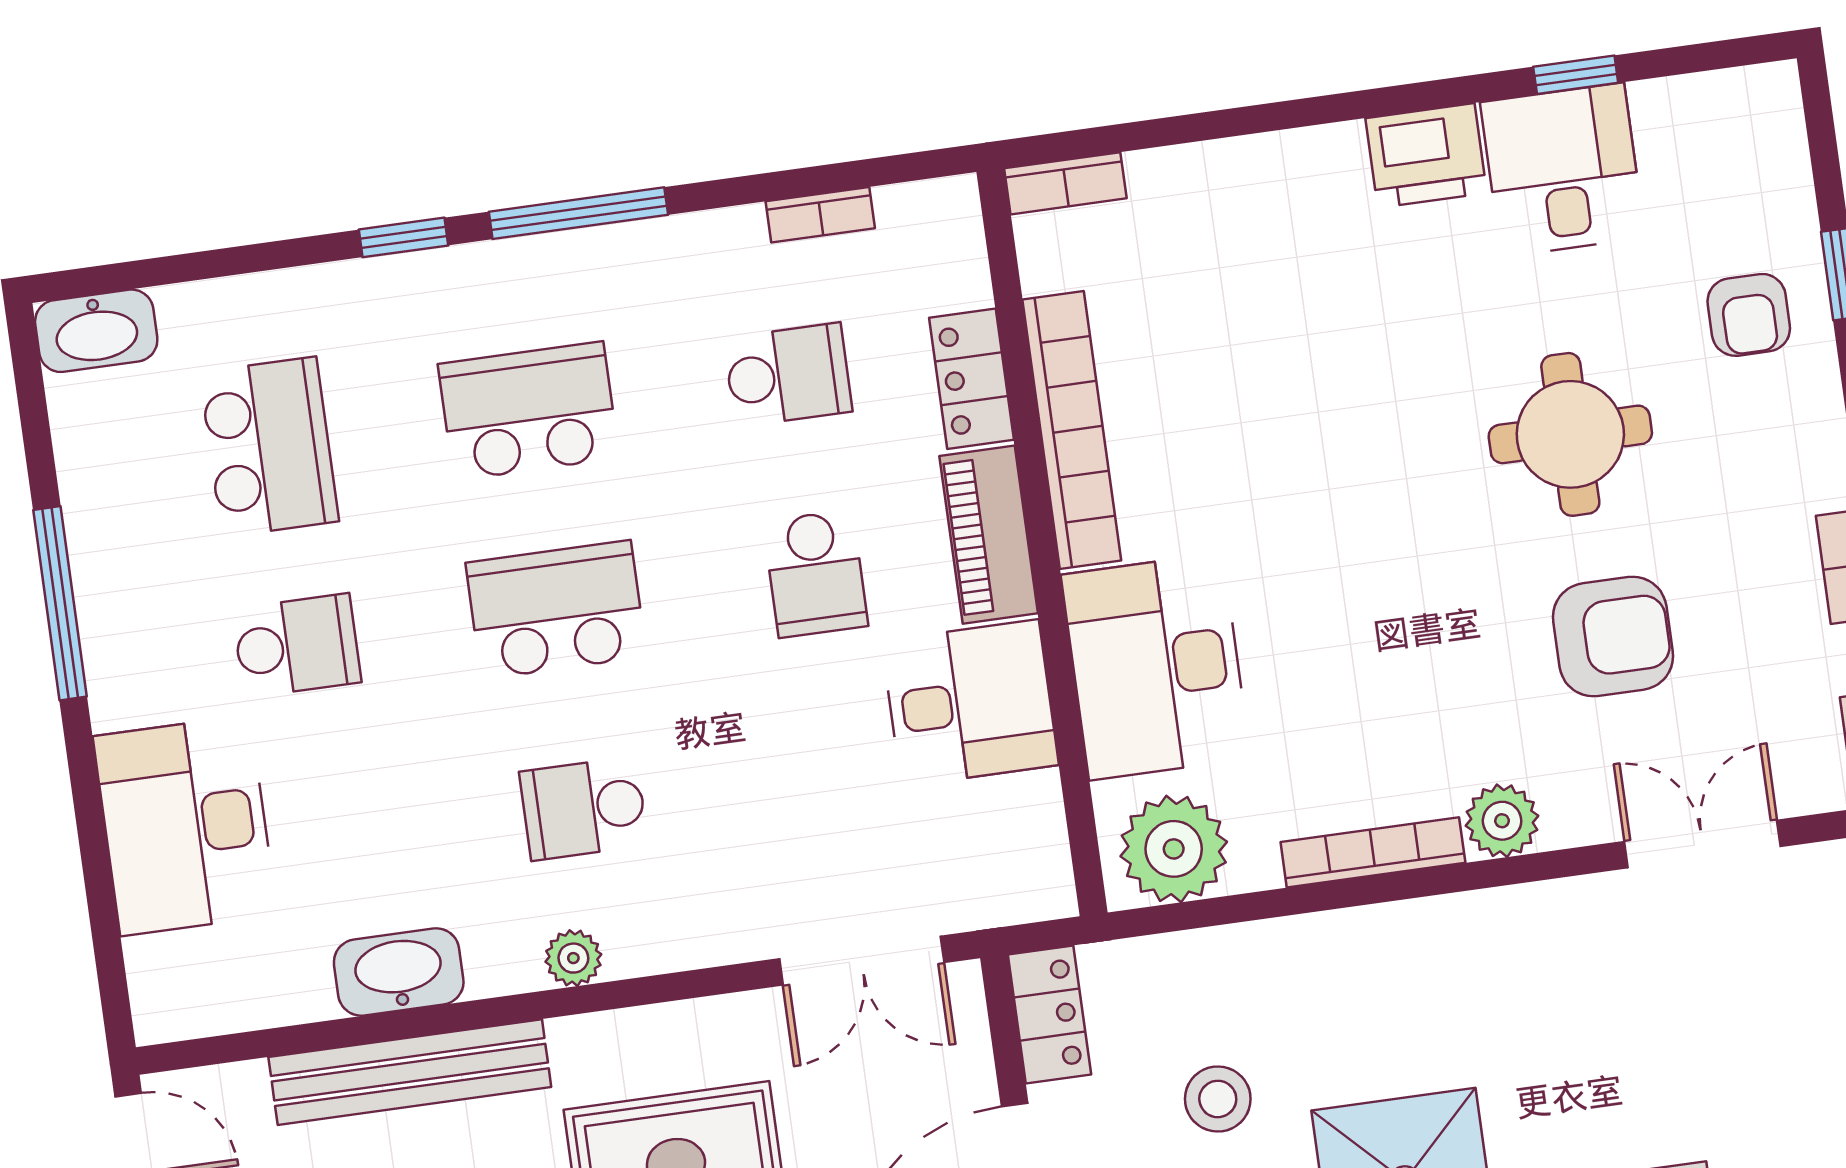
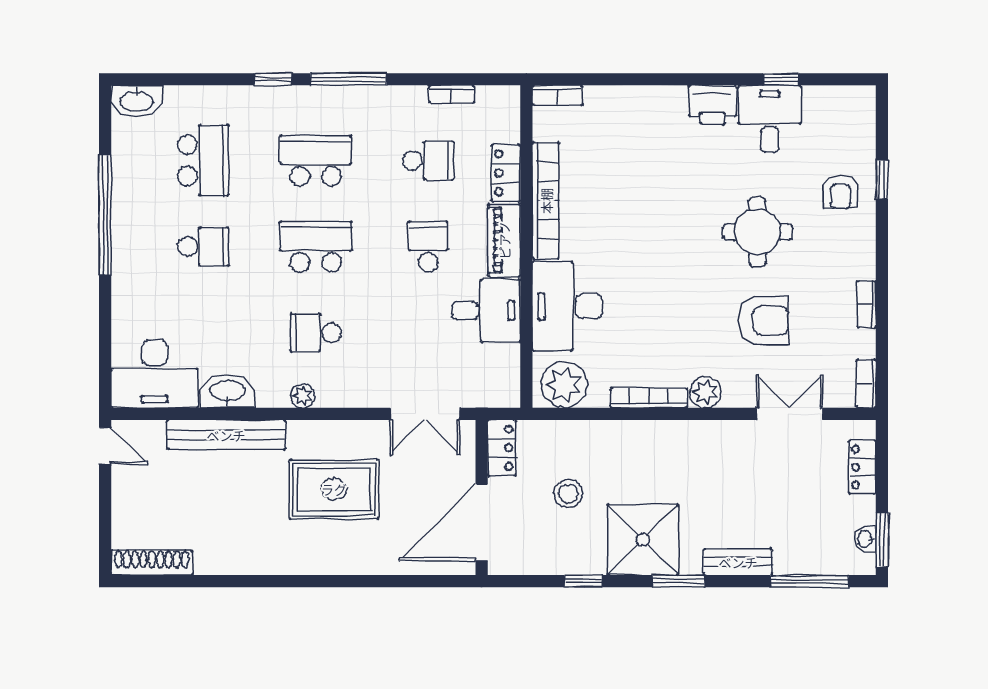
school desk: (816, 574) -> (428, 247), turned 180
window: (60, 603) -> (105, 215), width x1.46
desk: (185, 826) -> (155, 374), moved, turned -90

